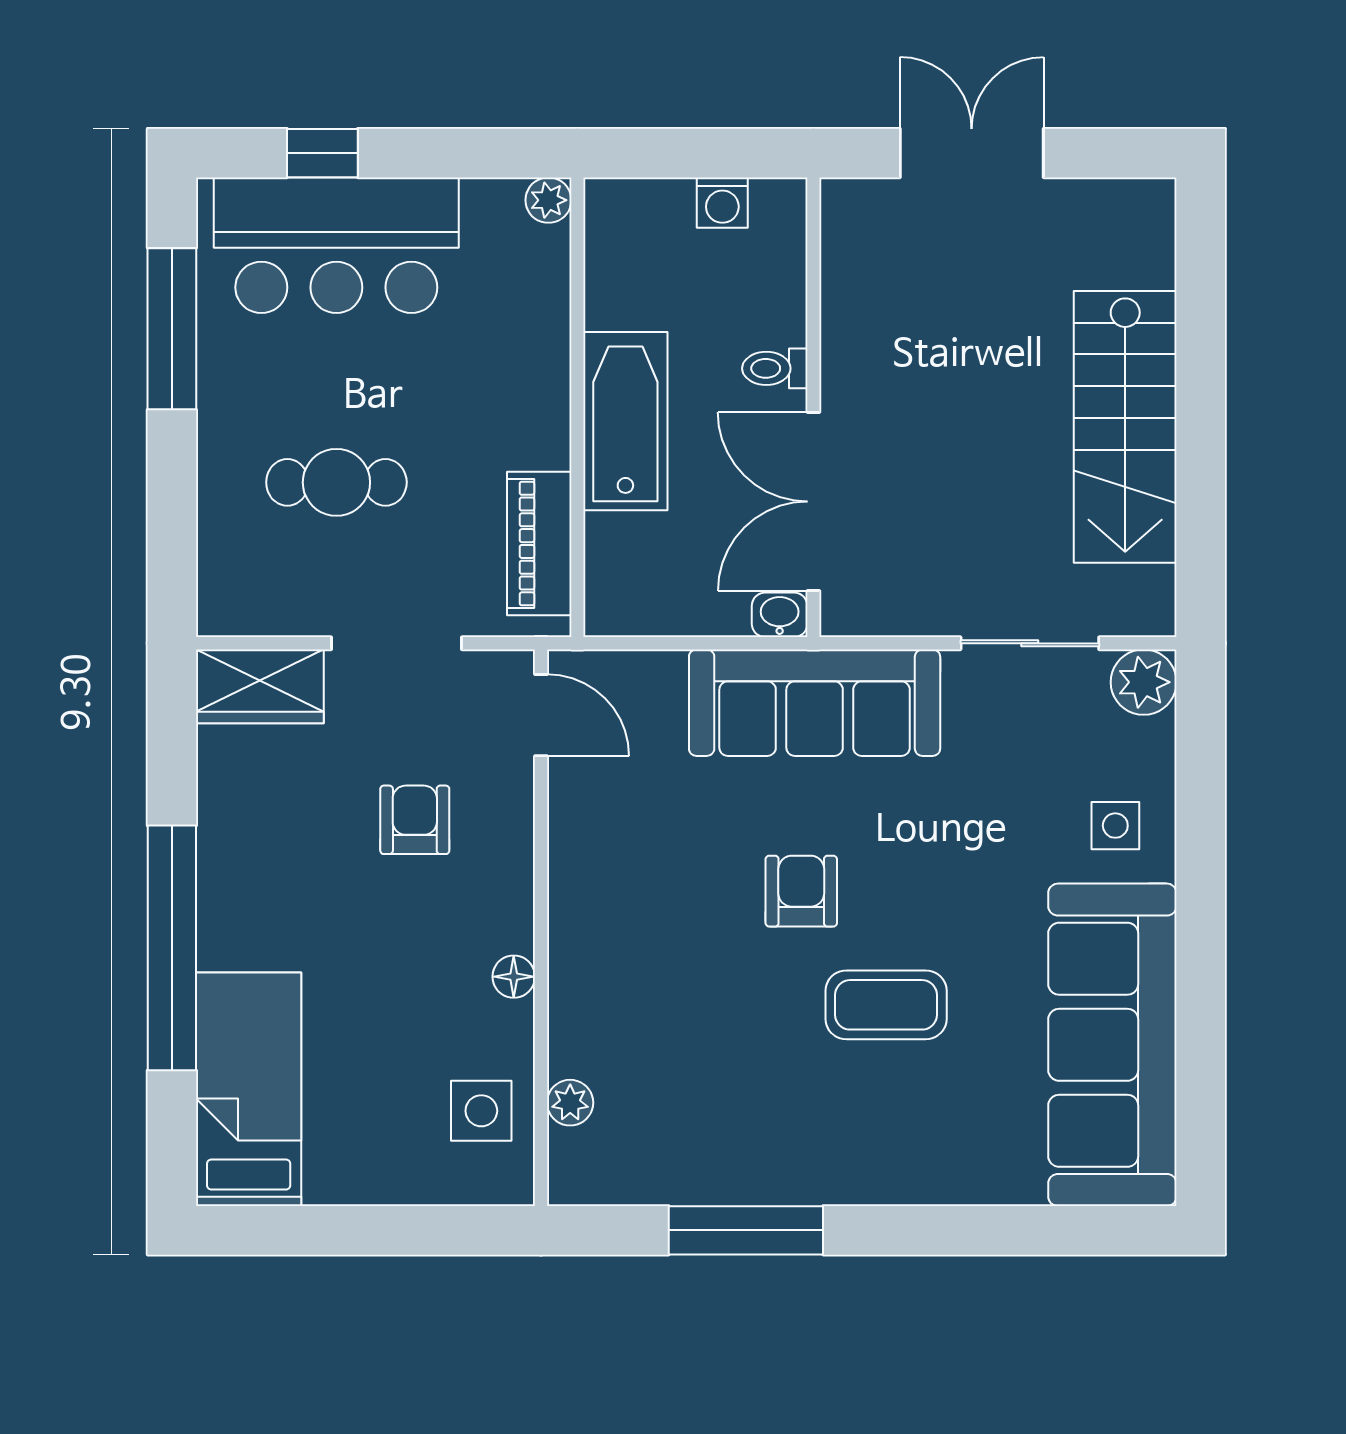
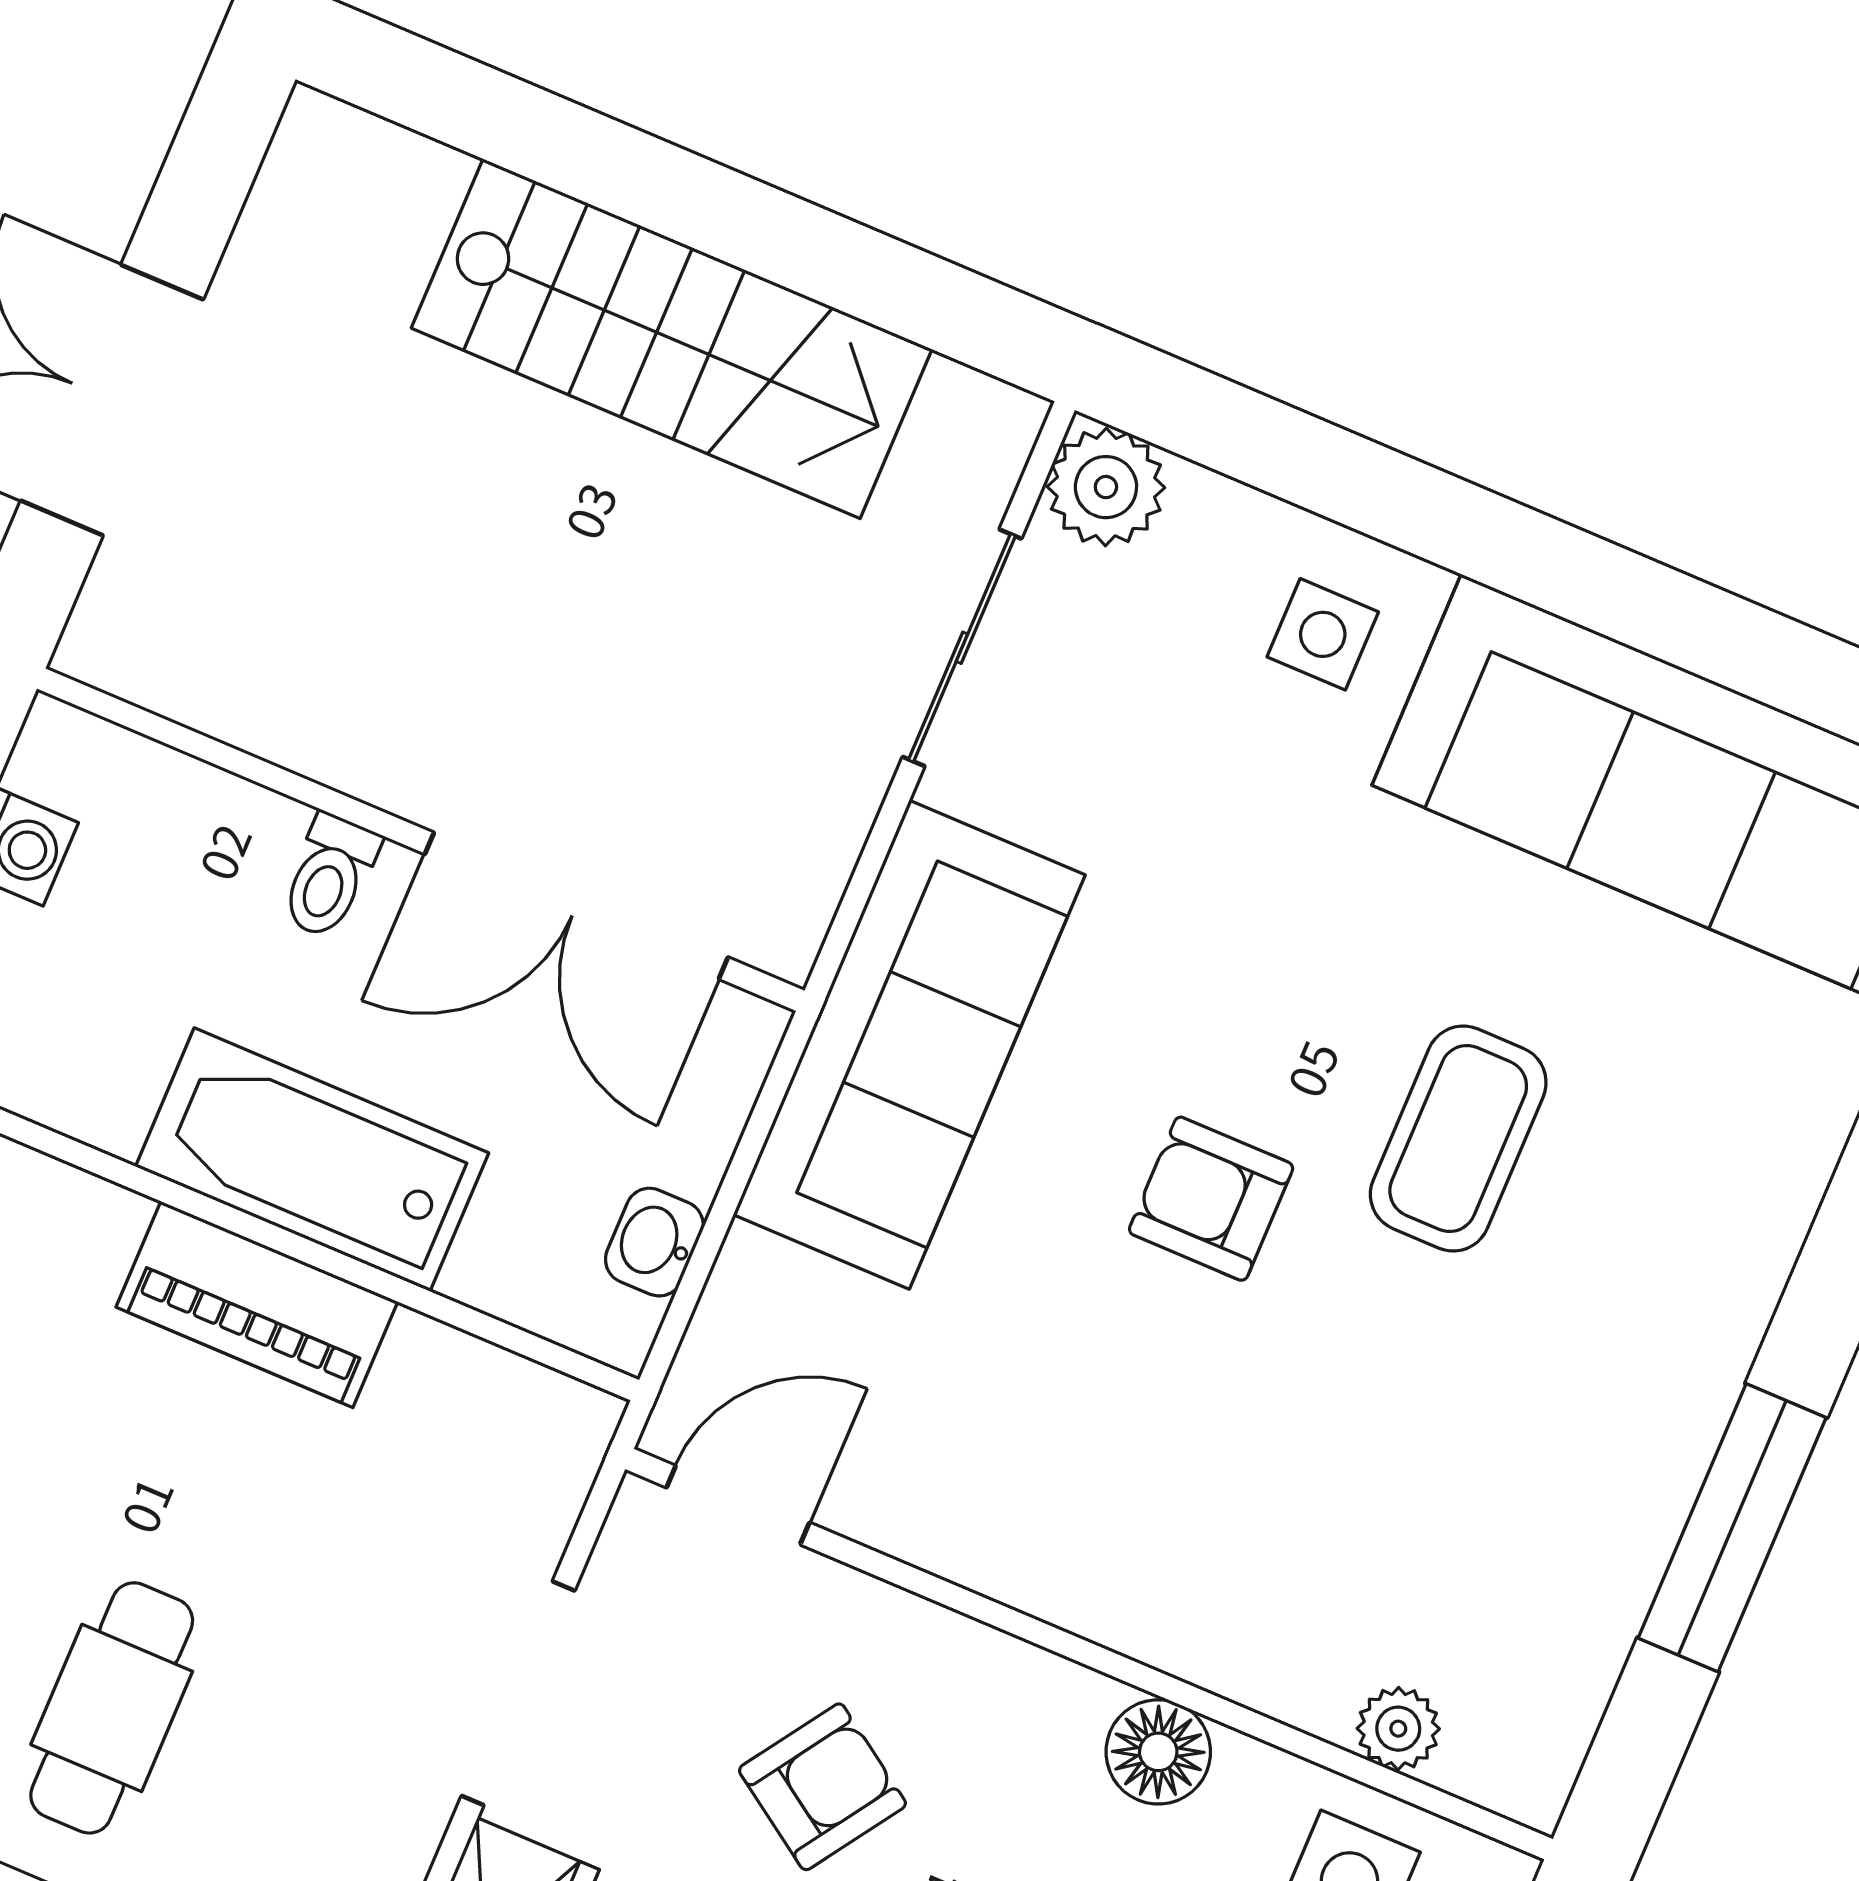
cafe table: (336, 482) -> (112, 1708), moved
piano: (539, 544) -> (257, 1304), moved
washbasin: (780, 615) -> (654, 1242), moved
armchair: (415, 820) -> (822, 1787), turned 124
floor lamp: (514, 977) -> (1158, 1752), width x1.37, depth x1.37

